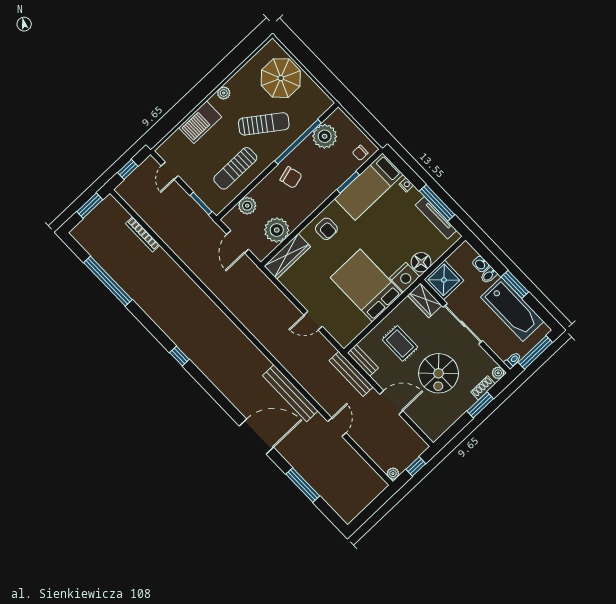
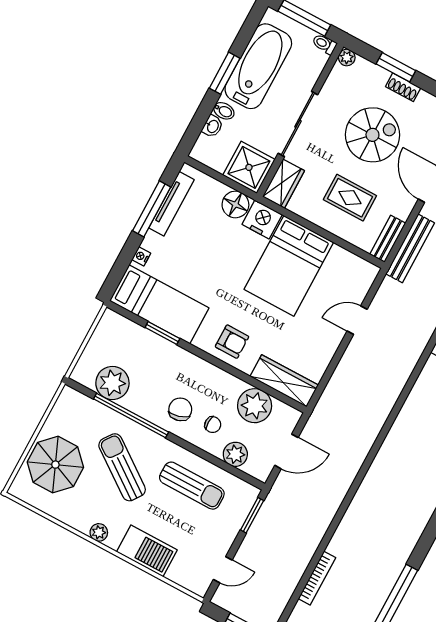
chair: (360, 153) -> (213, 425), moved
armchair: (326, 229) -> (232, 342), turned 90
door: (313, 321) -> (357, 320), swing flipped
rug: (400, 343) -> (350, 198), turned 90
shoe rack: (483, 388) -> (403, 87), moved

